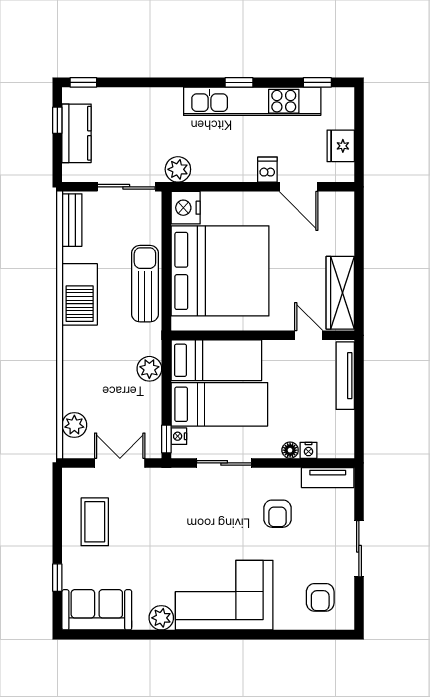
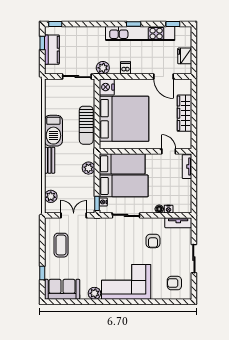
dishwasher: (267, 170) -> (126, 68), moved
bench: (72, 220) -> (50, 160), moved
sun lounger: (145, 284) -> (86, 125), turned 180
wardrobe: (340, 293) -> (184, 113), moved
tv unit: (345, 376) -> (187, 167), width x0.71
armchair: (320, 597) -> (174, 283), turned 90

